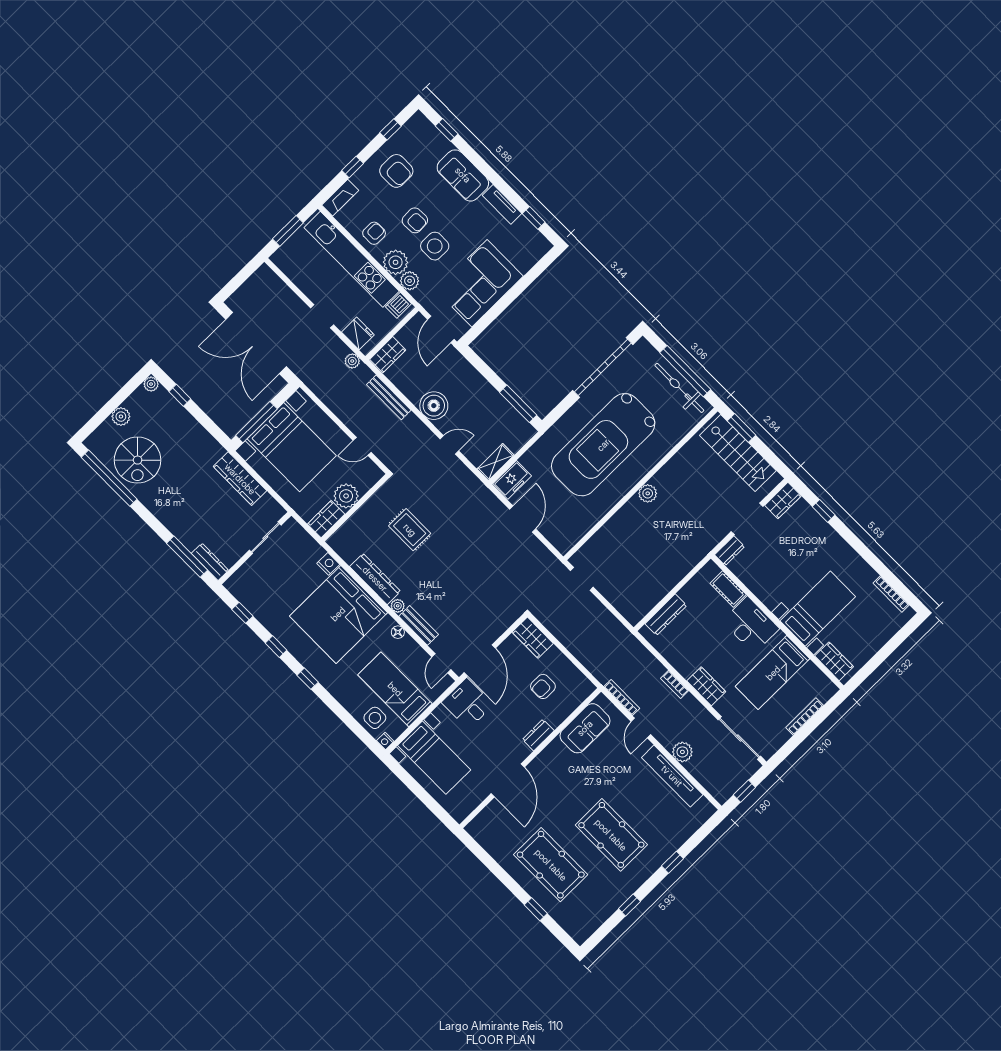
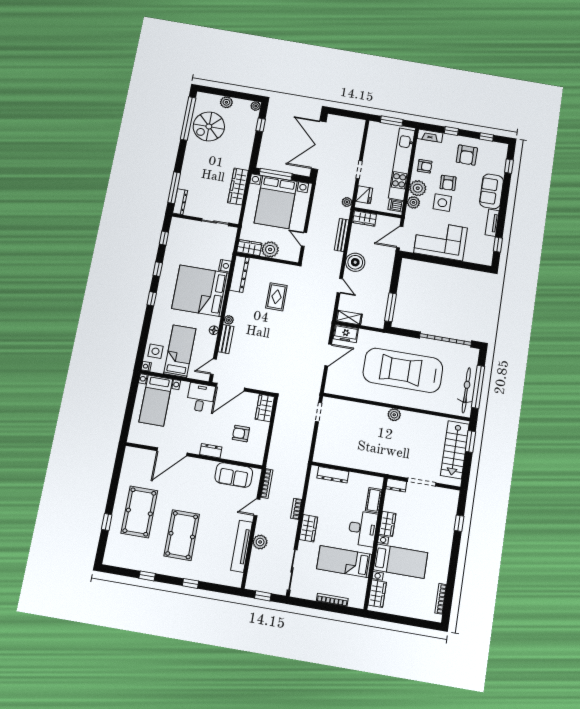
wardrobe: (783, 501) -> (387, 524), moved, turned -90
dresser: (375, 579) -> (239, 274), moved

